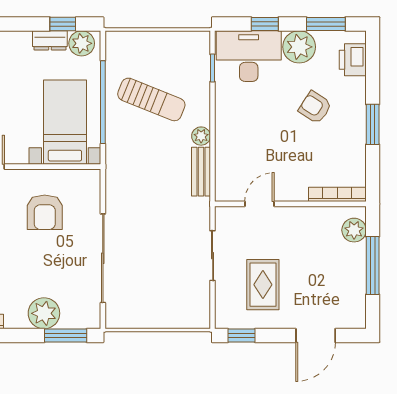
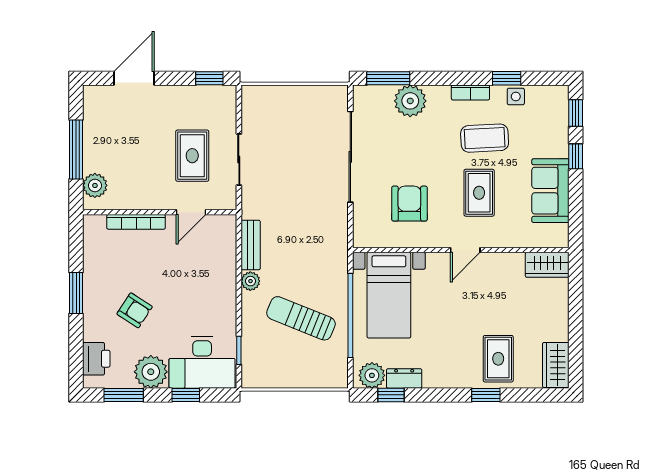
bookcase: (337, 194) -> (136, 222), moved
rug: (263, 285) -> (192, 156), moved

